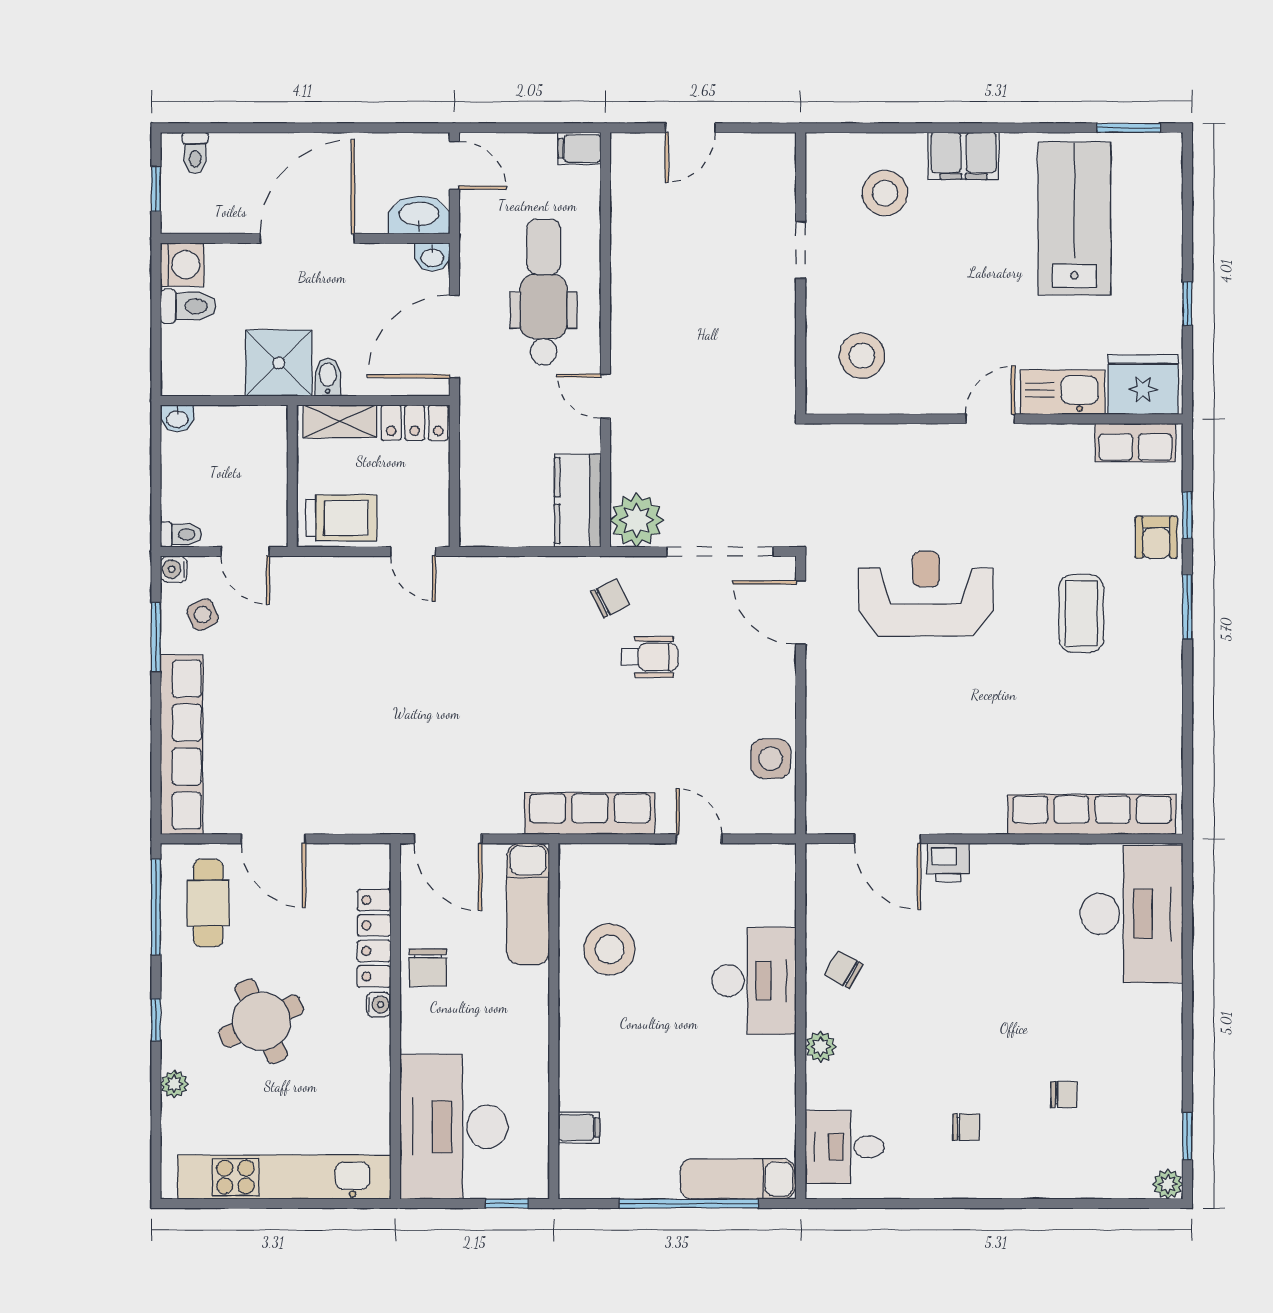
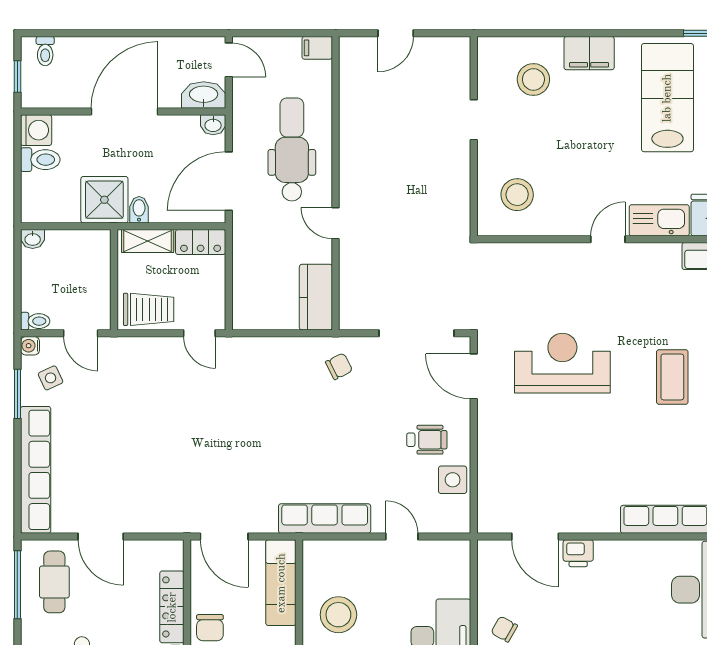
plant: (637, 520) -> (358, 311), removed
wheelchair: (650, 657) -> (427, 440), moved

